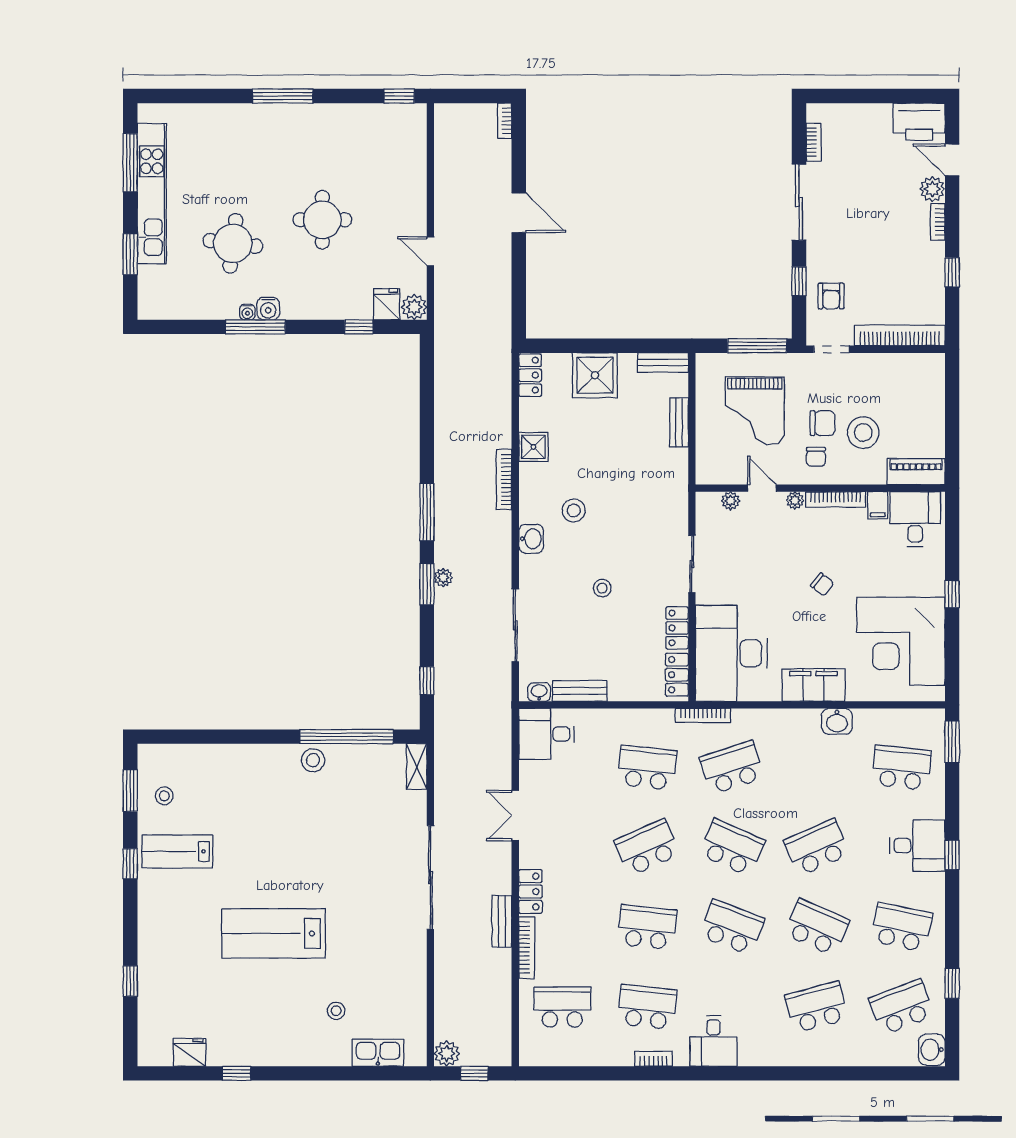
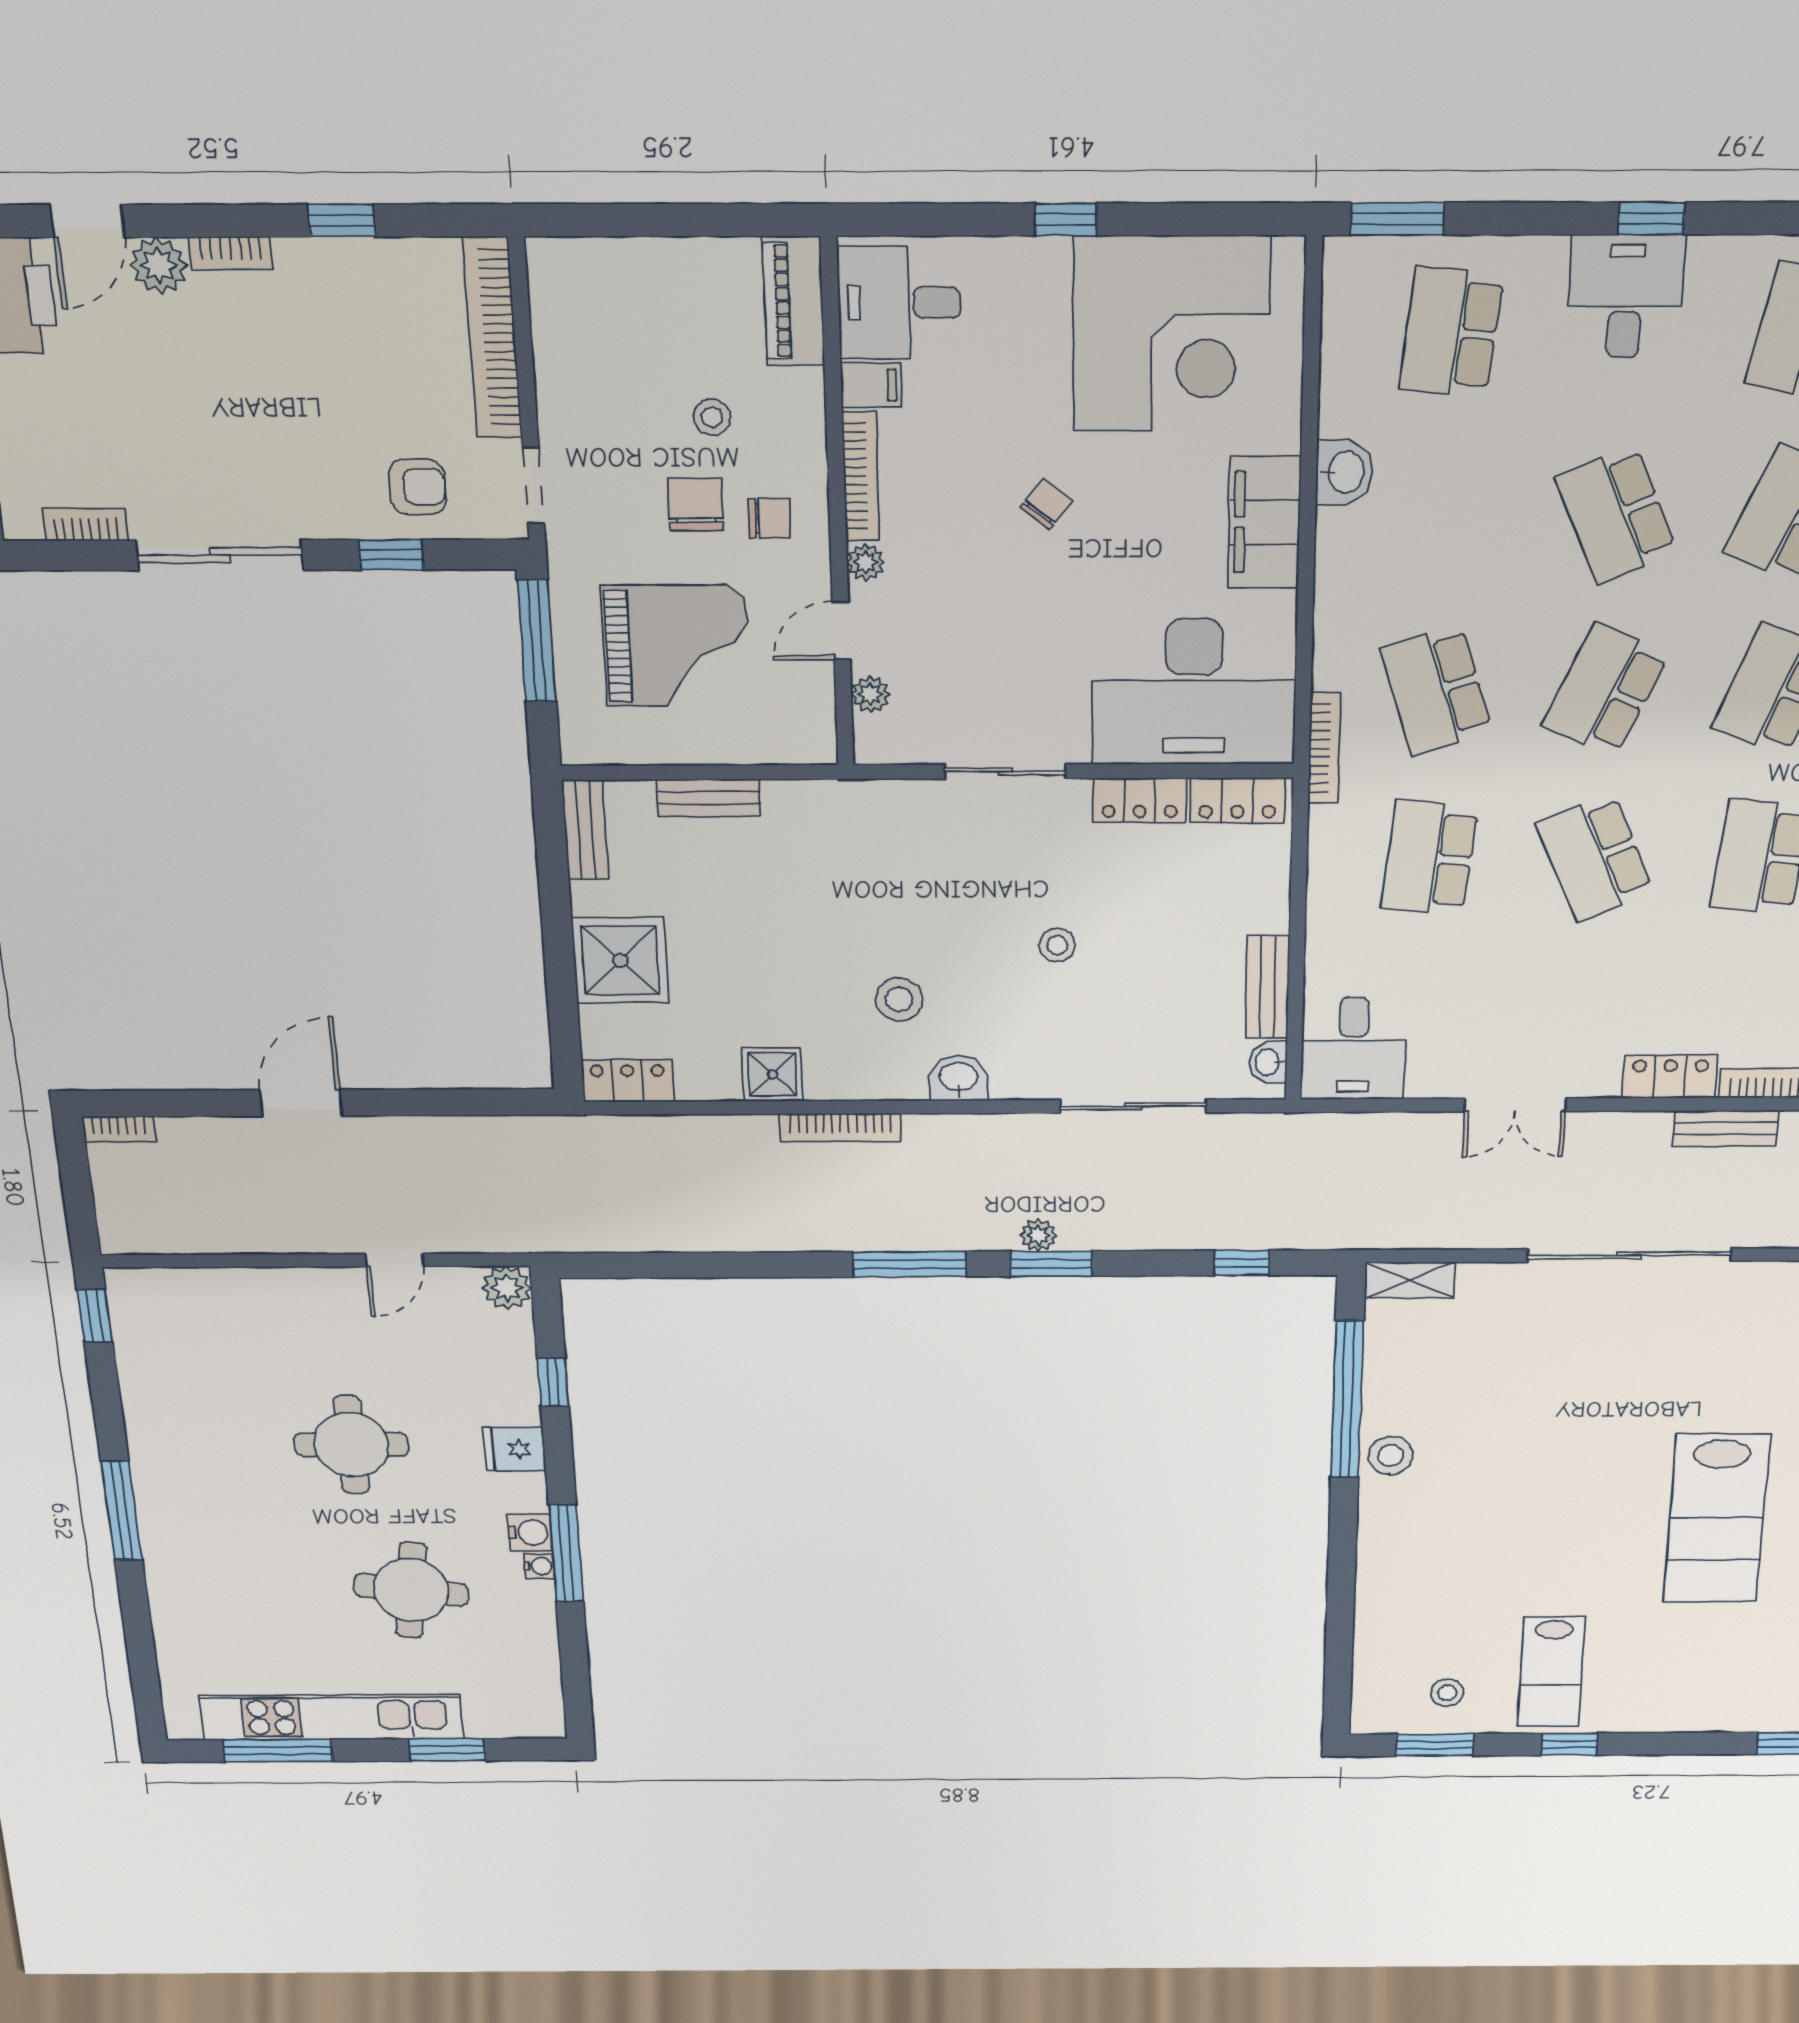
fridge: (387, 304) -> (514, 1449), moved
stool: (863, 433) -> (712, 417), width x0.53, depth x0.53

